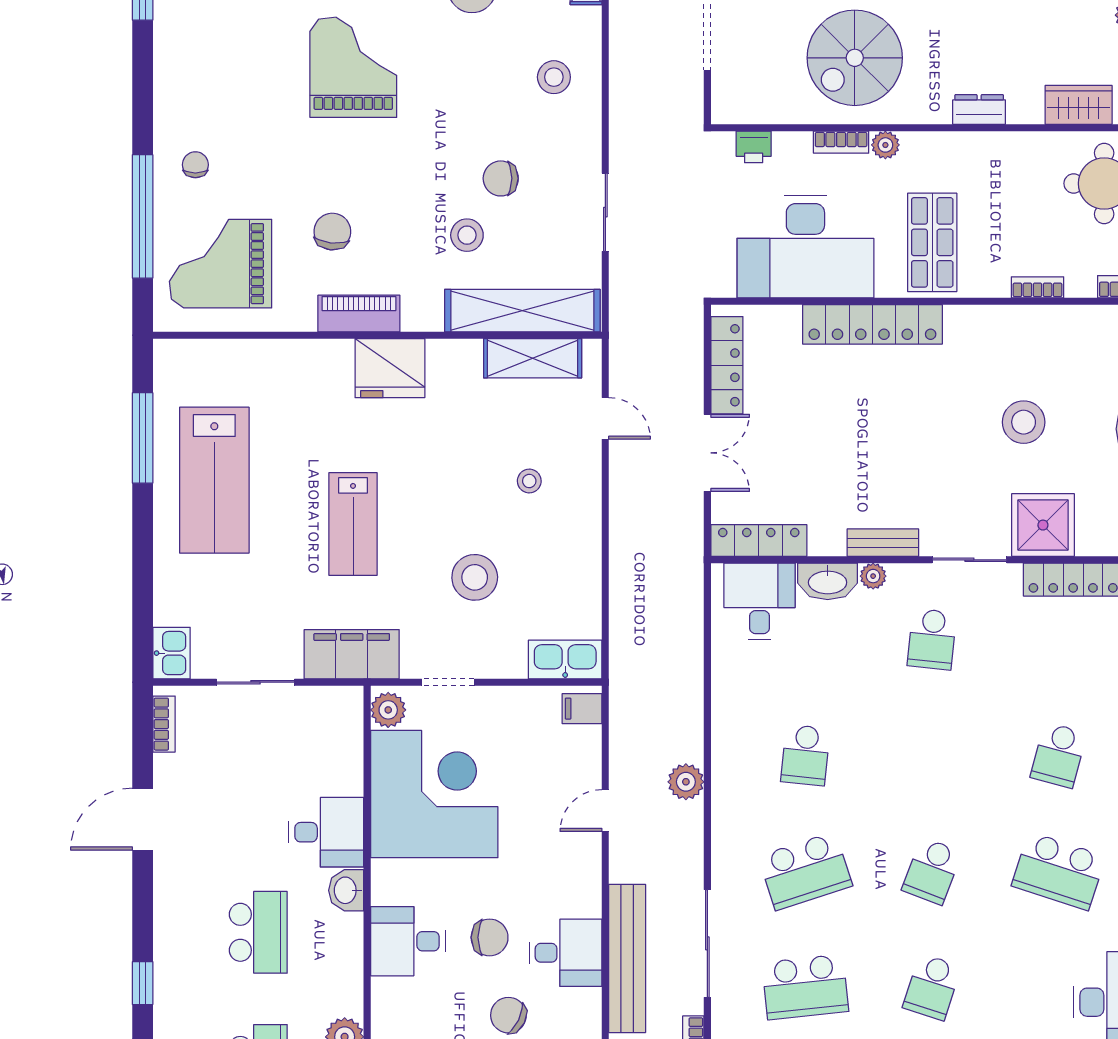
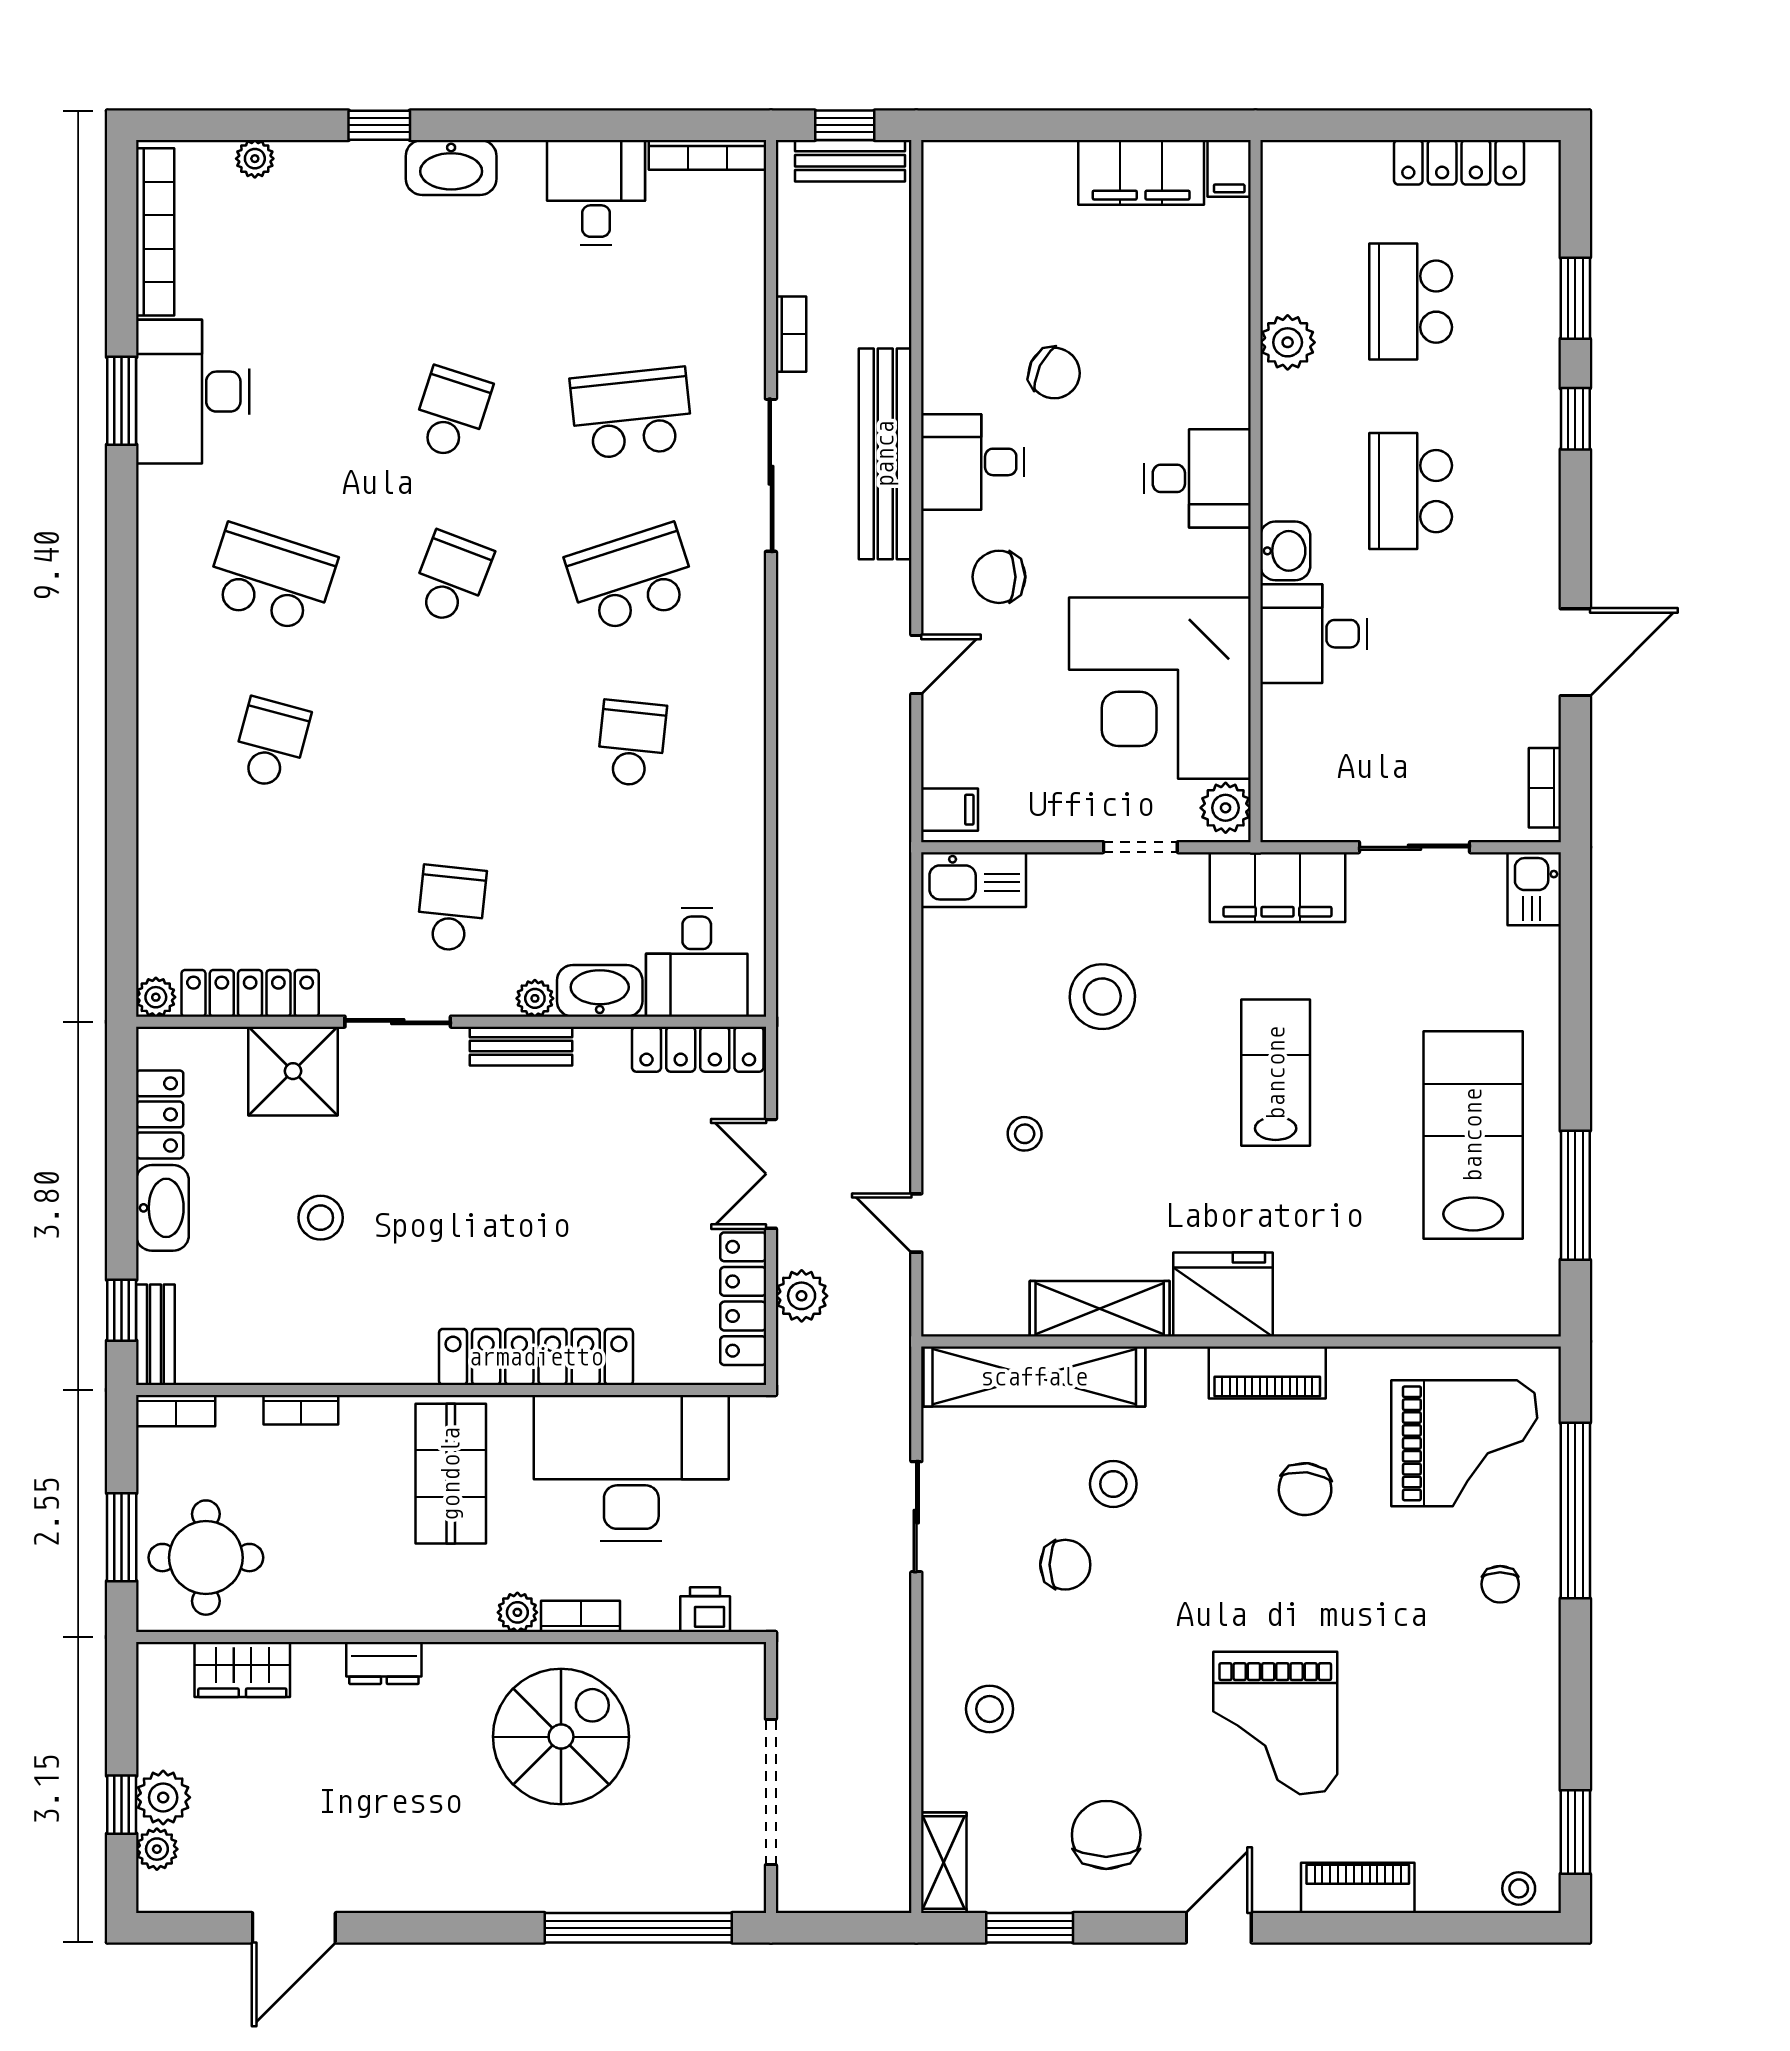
shelving: (533, 358) -> (1100, 1309), moved
stool: (1024, 422) -> (321, 1218), width x0.73, depth x0.73
plant: (686, 782) -> (802, 1296), moved
chair: (490, 937) -> (999, 577), moved

